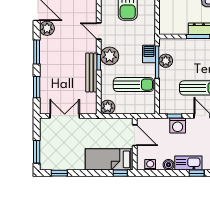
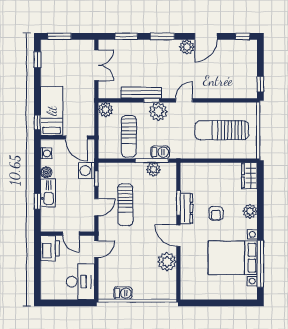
washing machine: (178, 126) -> (86, 171), moved
door: (135, 135) -> (76, 138), hinge flipped

